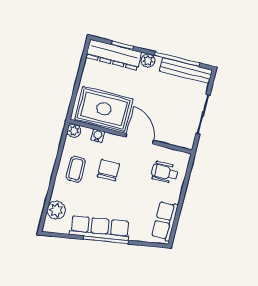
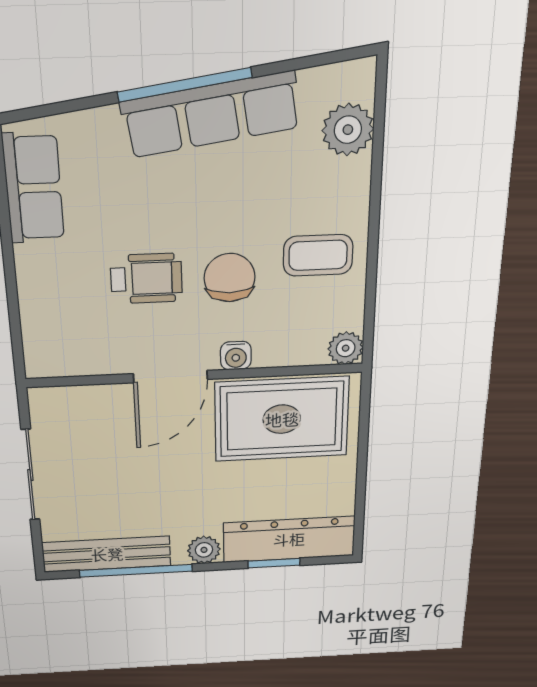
water cooler: (98, 136) -> (236, 356), moved
door: (140, 139) -> (170, 377), hinge flipped
coffee table: (76, 169) -> (318, 255), turned 90
chair: (108, 170) -> (230, 278), turned 180
wheelchair: (164, 172) -> (146, 278), moved

